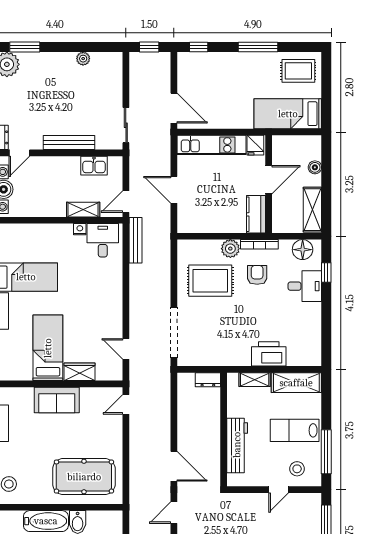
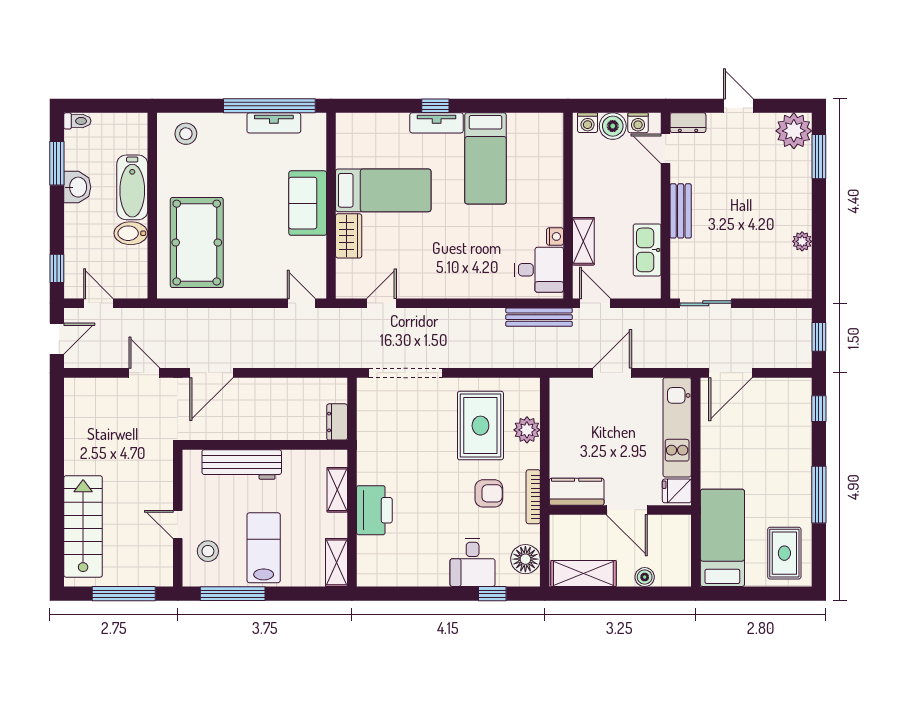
bench: (69, 142) -> (681, 211), width x0.73
kitchen sink: (94, 166) -> (647, 250), width x1.38
plant: (230, 249) -> (527, 430), moved
shelving: (296, 383) -> (336, 562), width x0.67, depth x0.75

